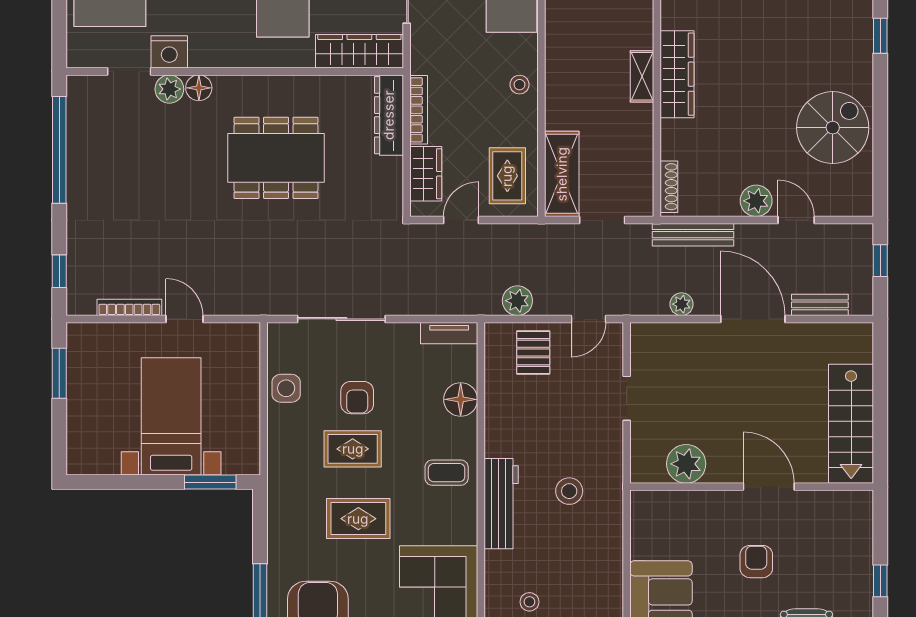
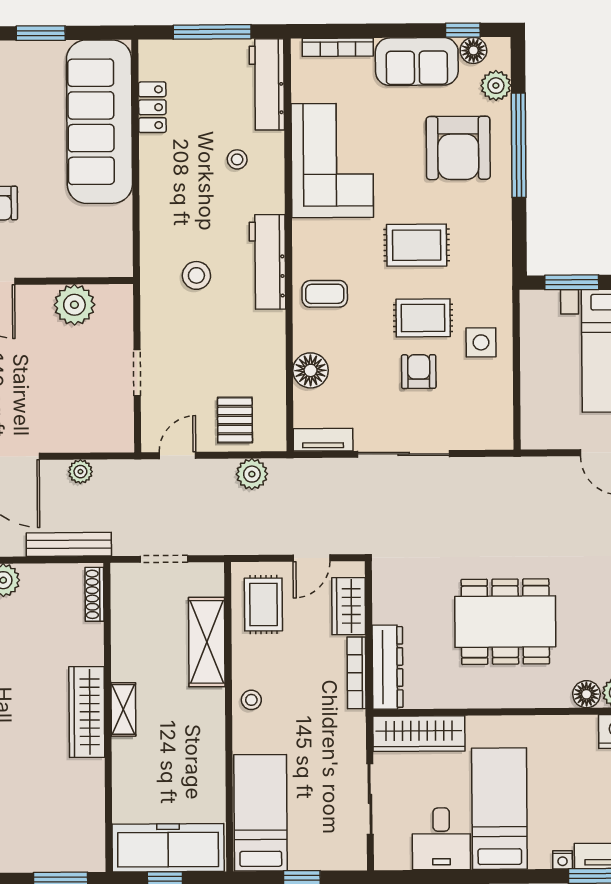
shelving: (562, 174) -> (207, 642), moved
sliding door: (341, 319) -> (404, 454), moved
side table: (286, 388) -> (481, 342), moved

